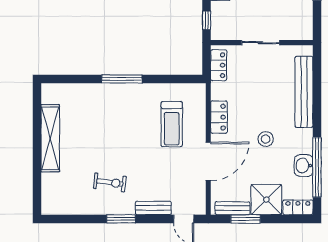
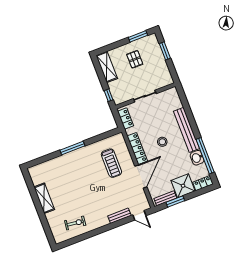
bench: (304, 92) -> (187, 130), moved
locker: (219, 117) -> (137, 149), width x1.53
shelving: (50, 138) -> (44, 198), width x0.68
stool: (266, 139) -> (162, 142), moved
exercise bike: (110, 182) -> (75, 223), moved
window: (121, 219) -> (103, 229), removed

